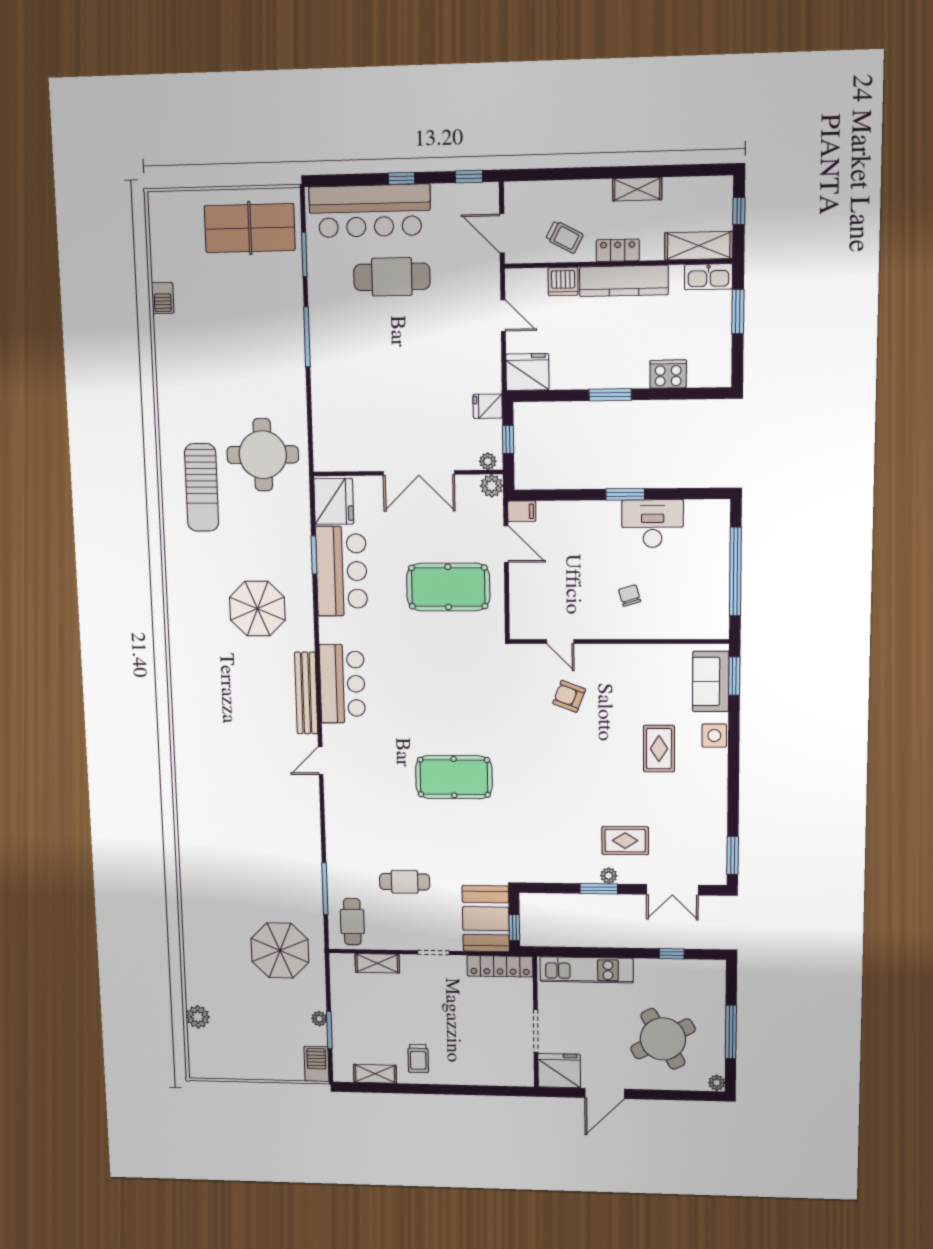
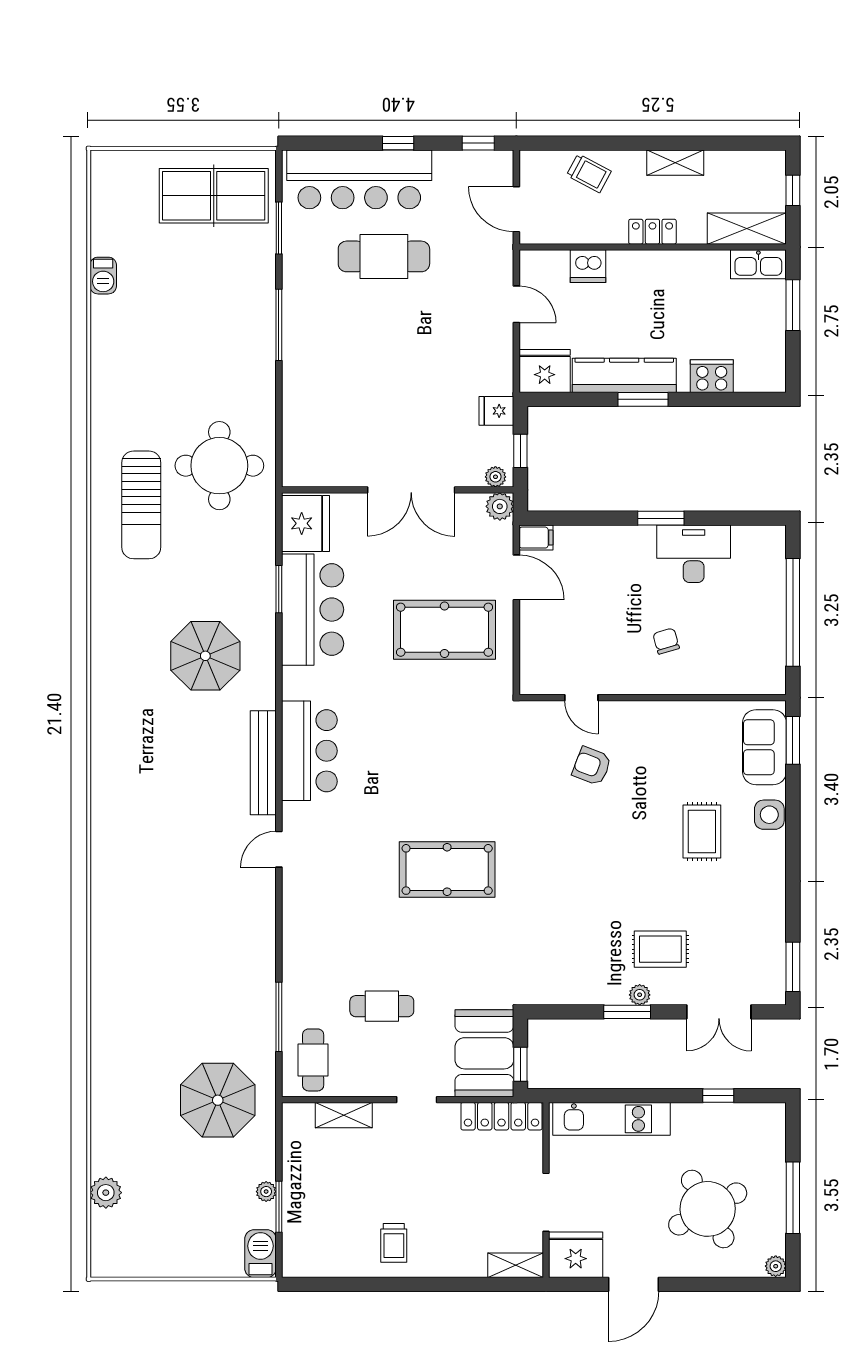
trolley: (564, 237) -> (589, 173), moved
kitchen counter: (624, 281) -> (624, 375), moved, turned 180
shelving: (375, 1074) -> (516, 1265), moved

